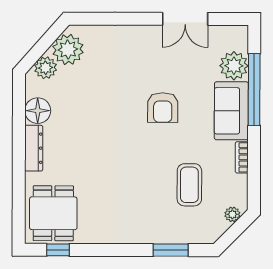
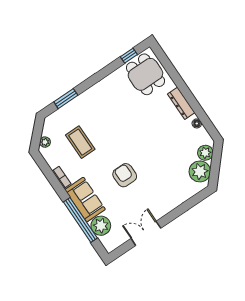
floor lamp: (38, 111) -> (197, 123), width x0.53, depth x0.53

